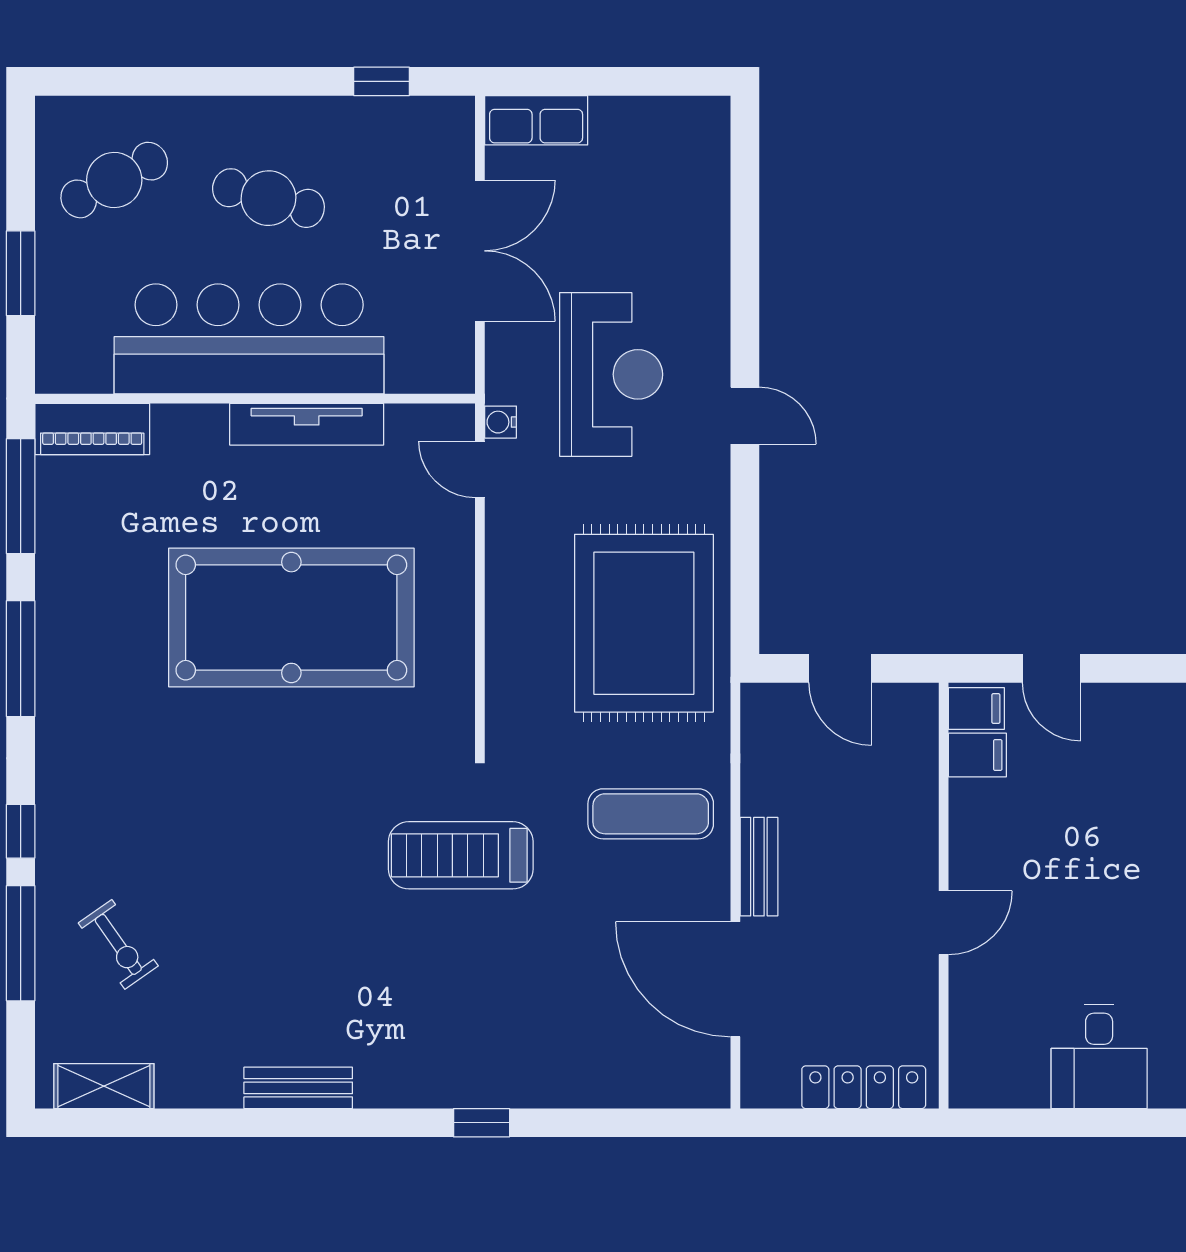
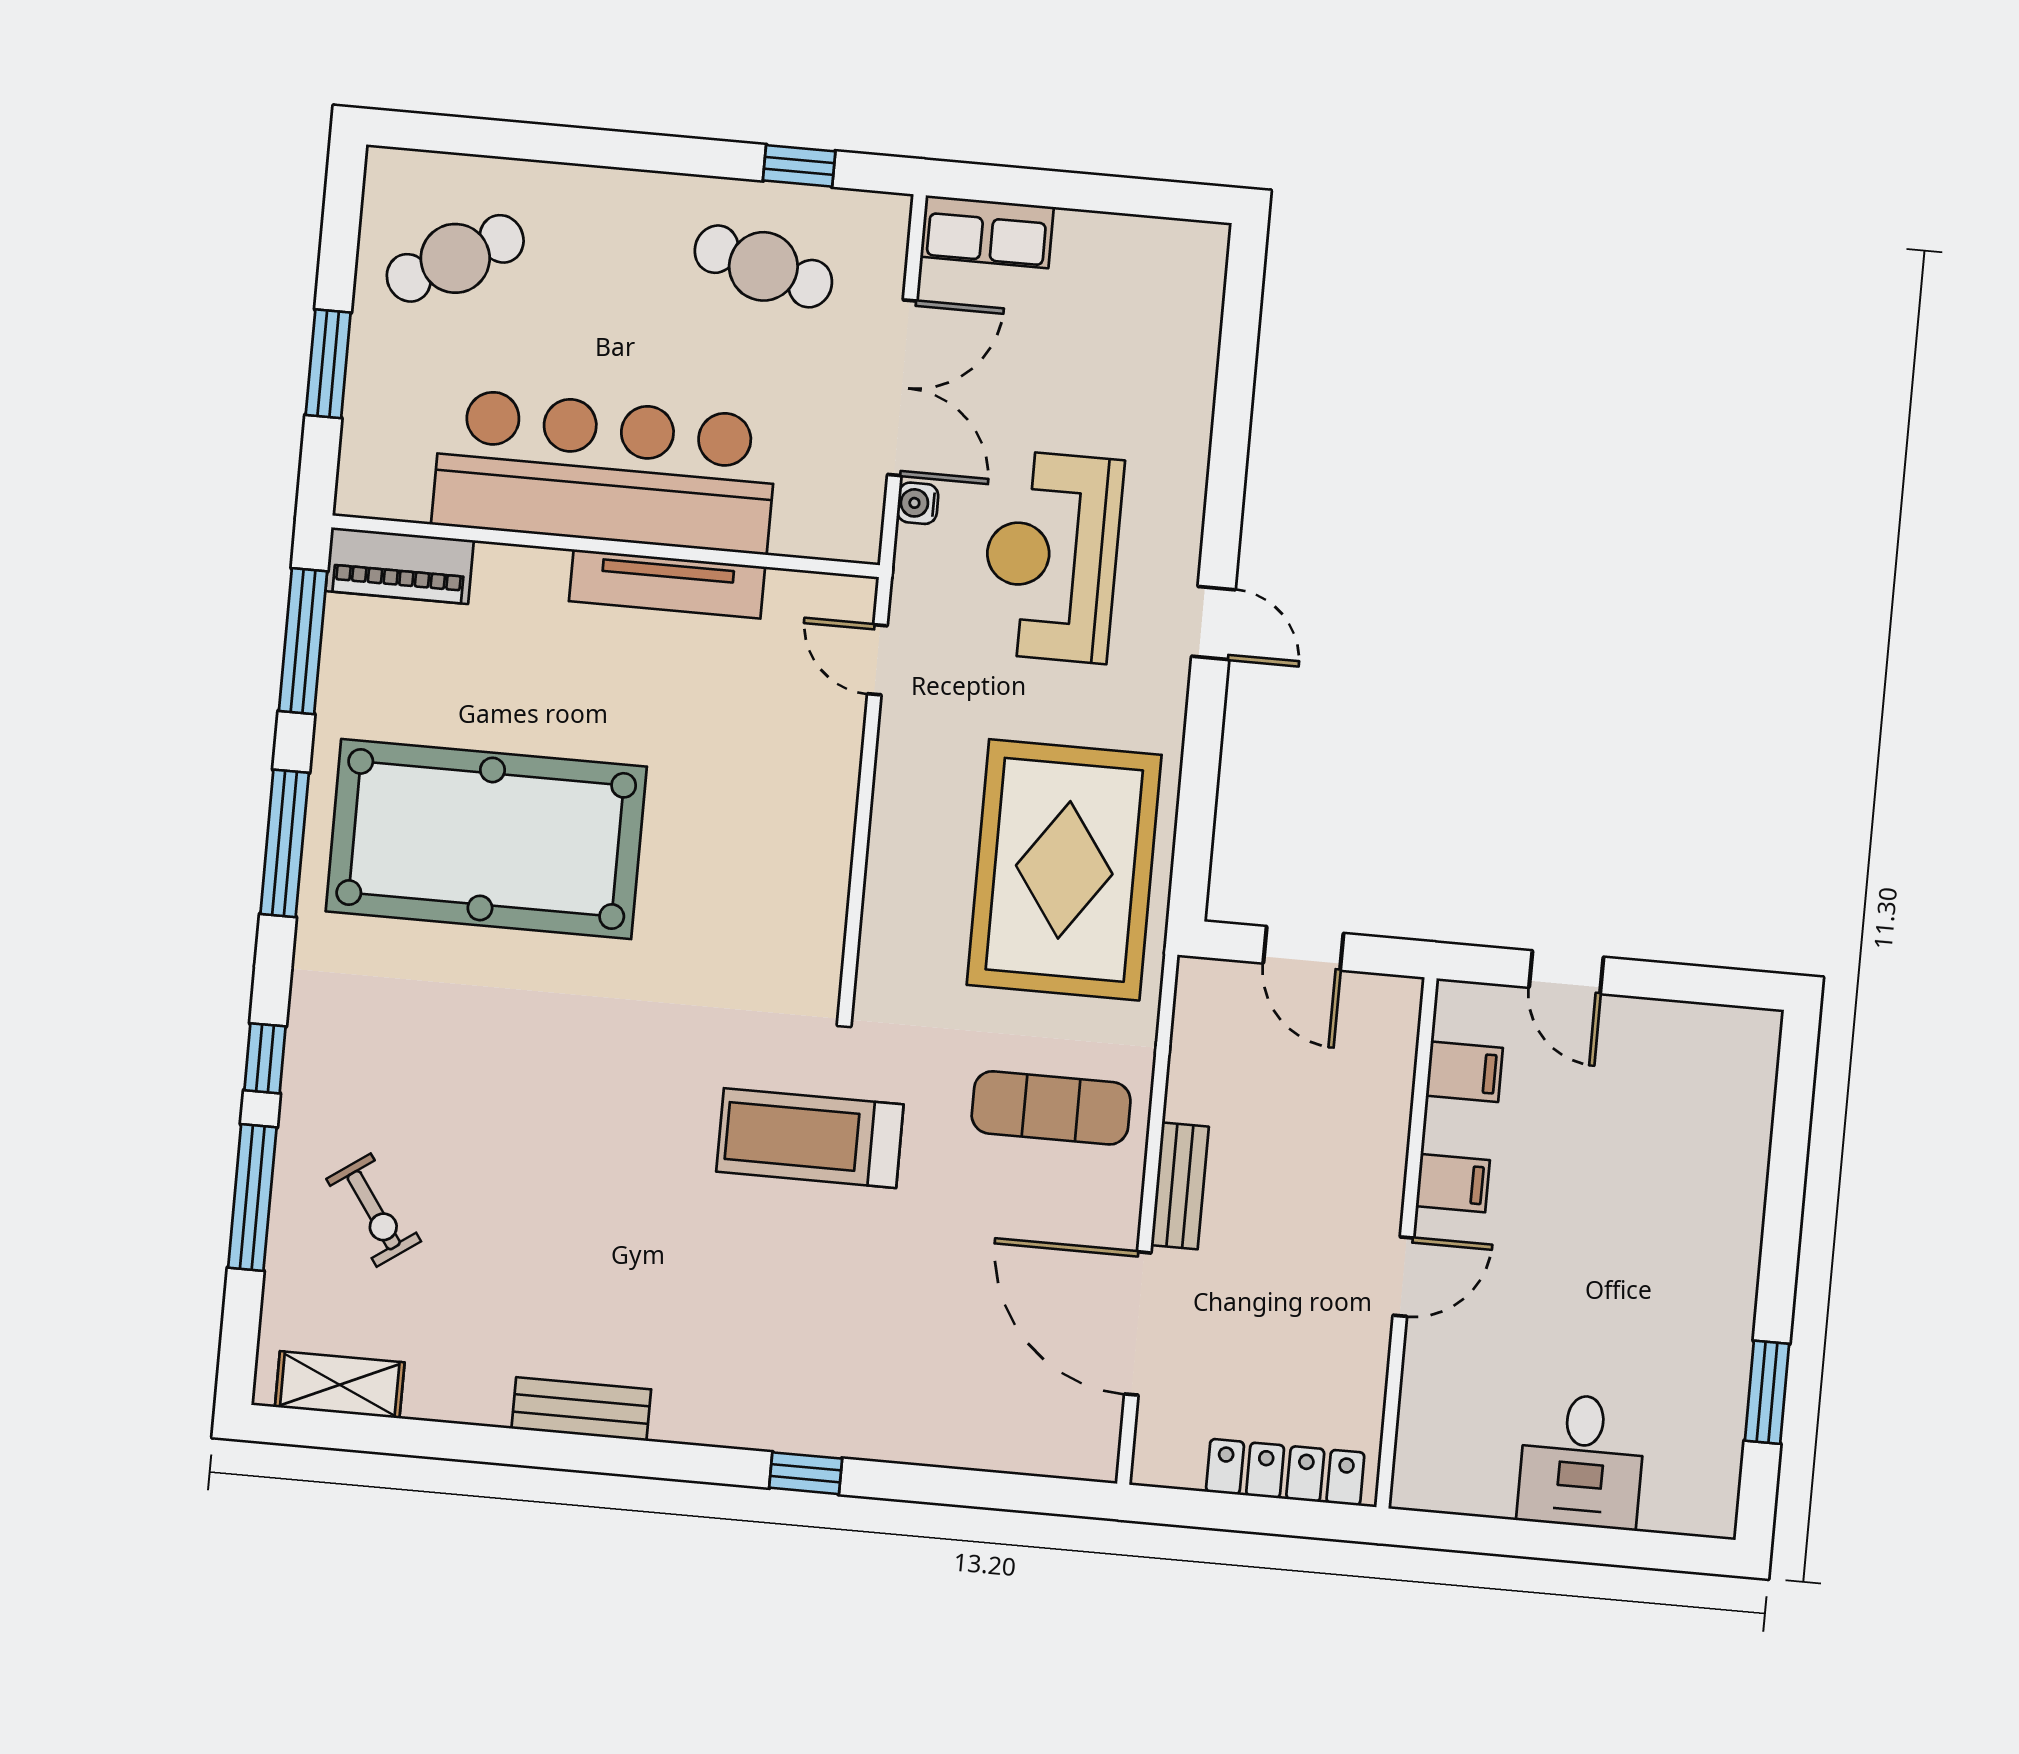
cafe table: (268, 198) -> (763, 266), moved
reception desk: (611, 374) -> (1052, 557), turned 180
water cooler: (501, 422) -> (918, 503), moved
pool table: (291, 618) -> (486, 839), moved
filing cabinet: (976, 709) -> (1453, 1183), moved

